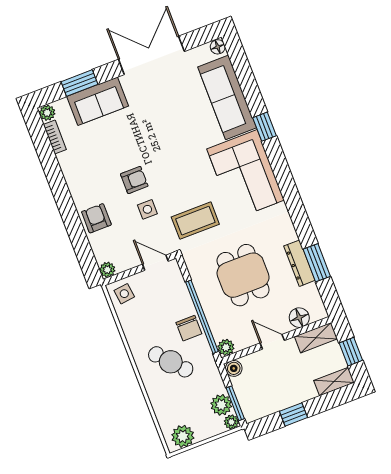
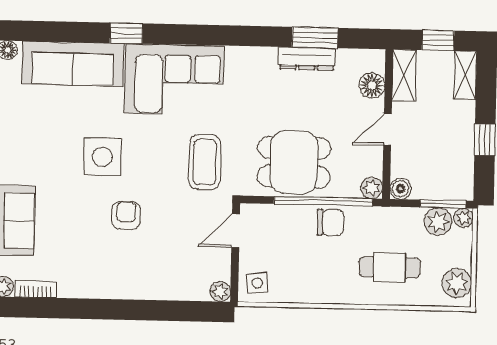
side table: (147, 209) -> (102, 157), moved, width x1.87, depth x1.87
armchair: (96, 218) -> (153, 279), removed
dining table: (243, 275) -> (294, 162), moved
cafe table: (171, 362) -> (389, 267), moved, turned 42

